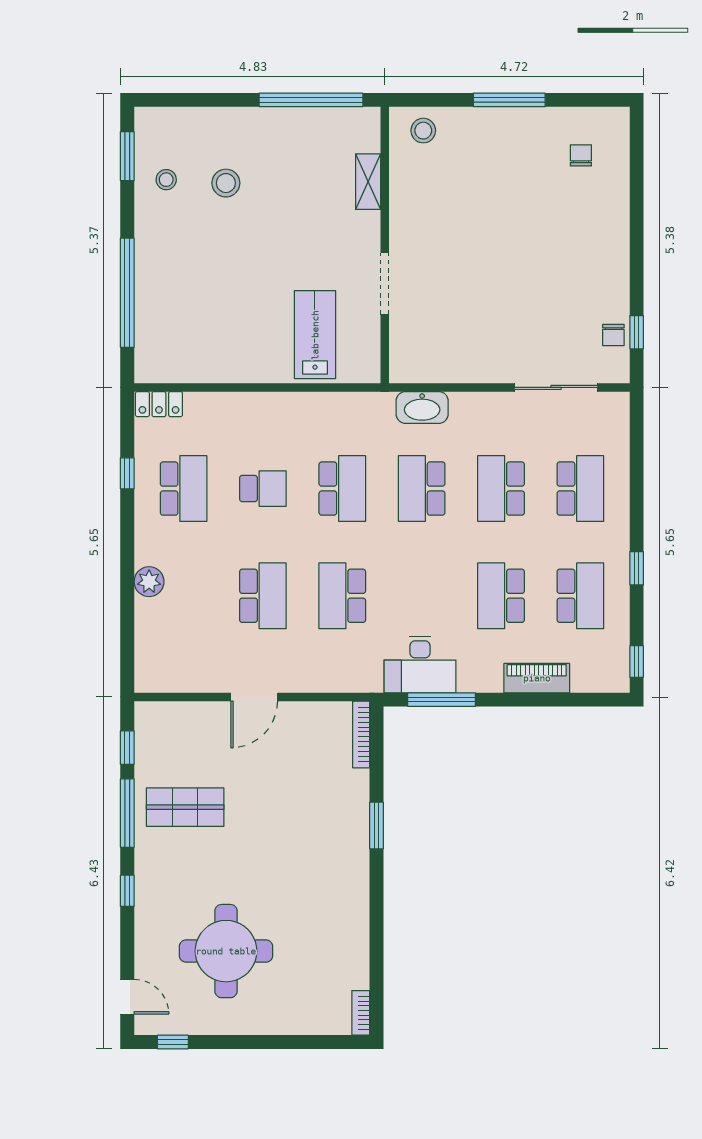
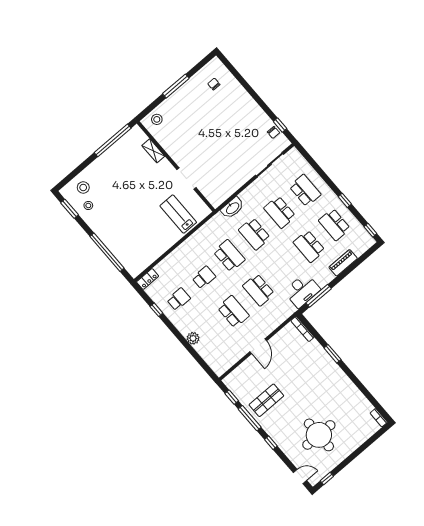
stool: (226, 183) -> (83, 187), moved
school desk: (184, 489) -> (179, 299), width x0.54
school desk: (580, 596) -> (334, 225), turned 180

